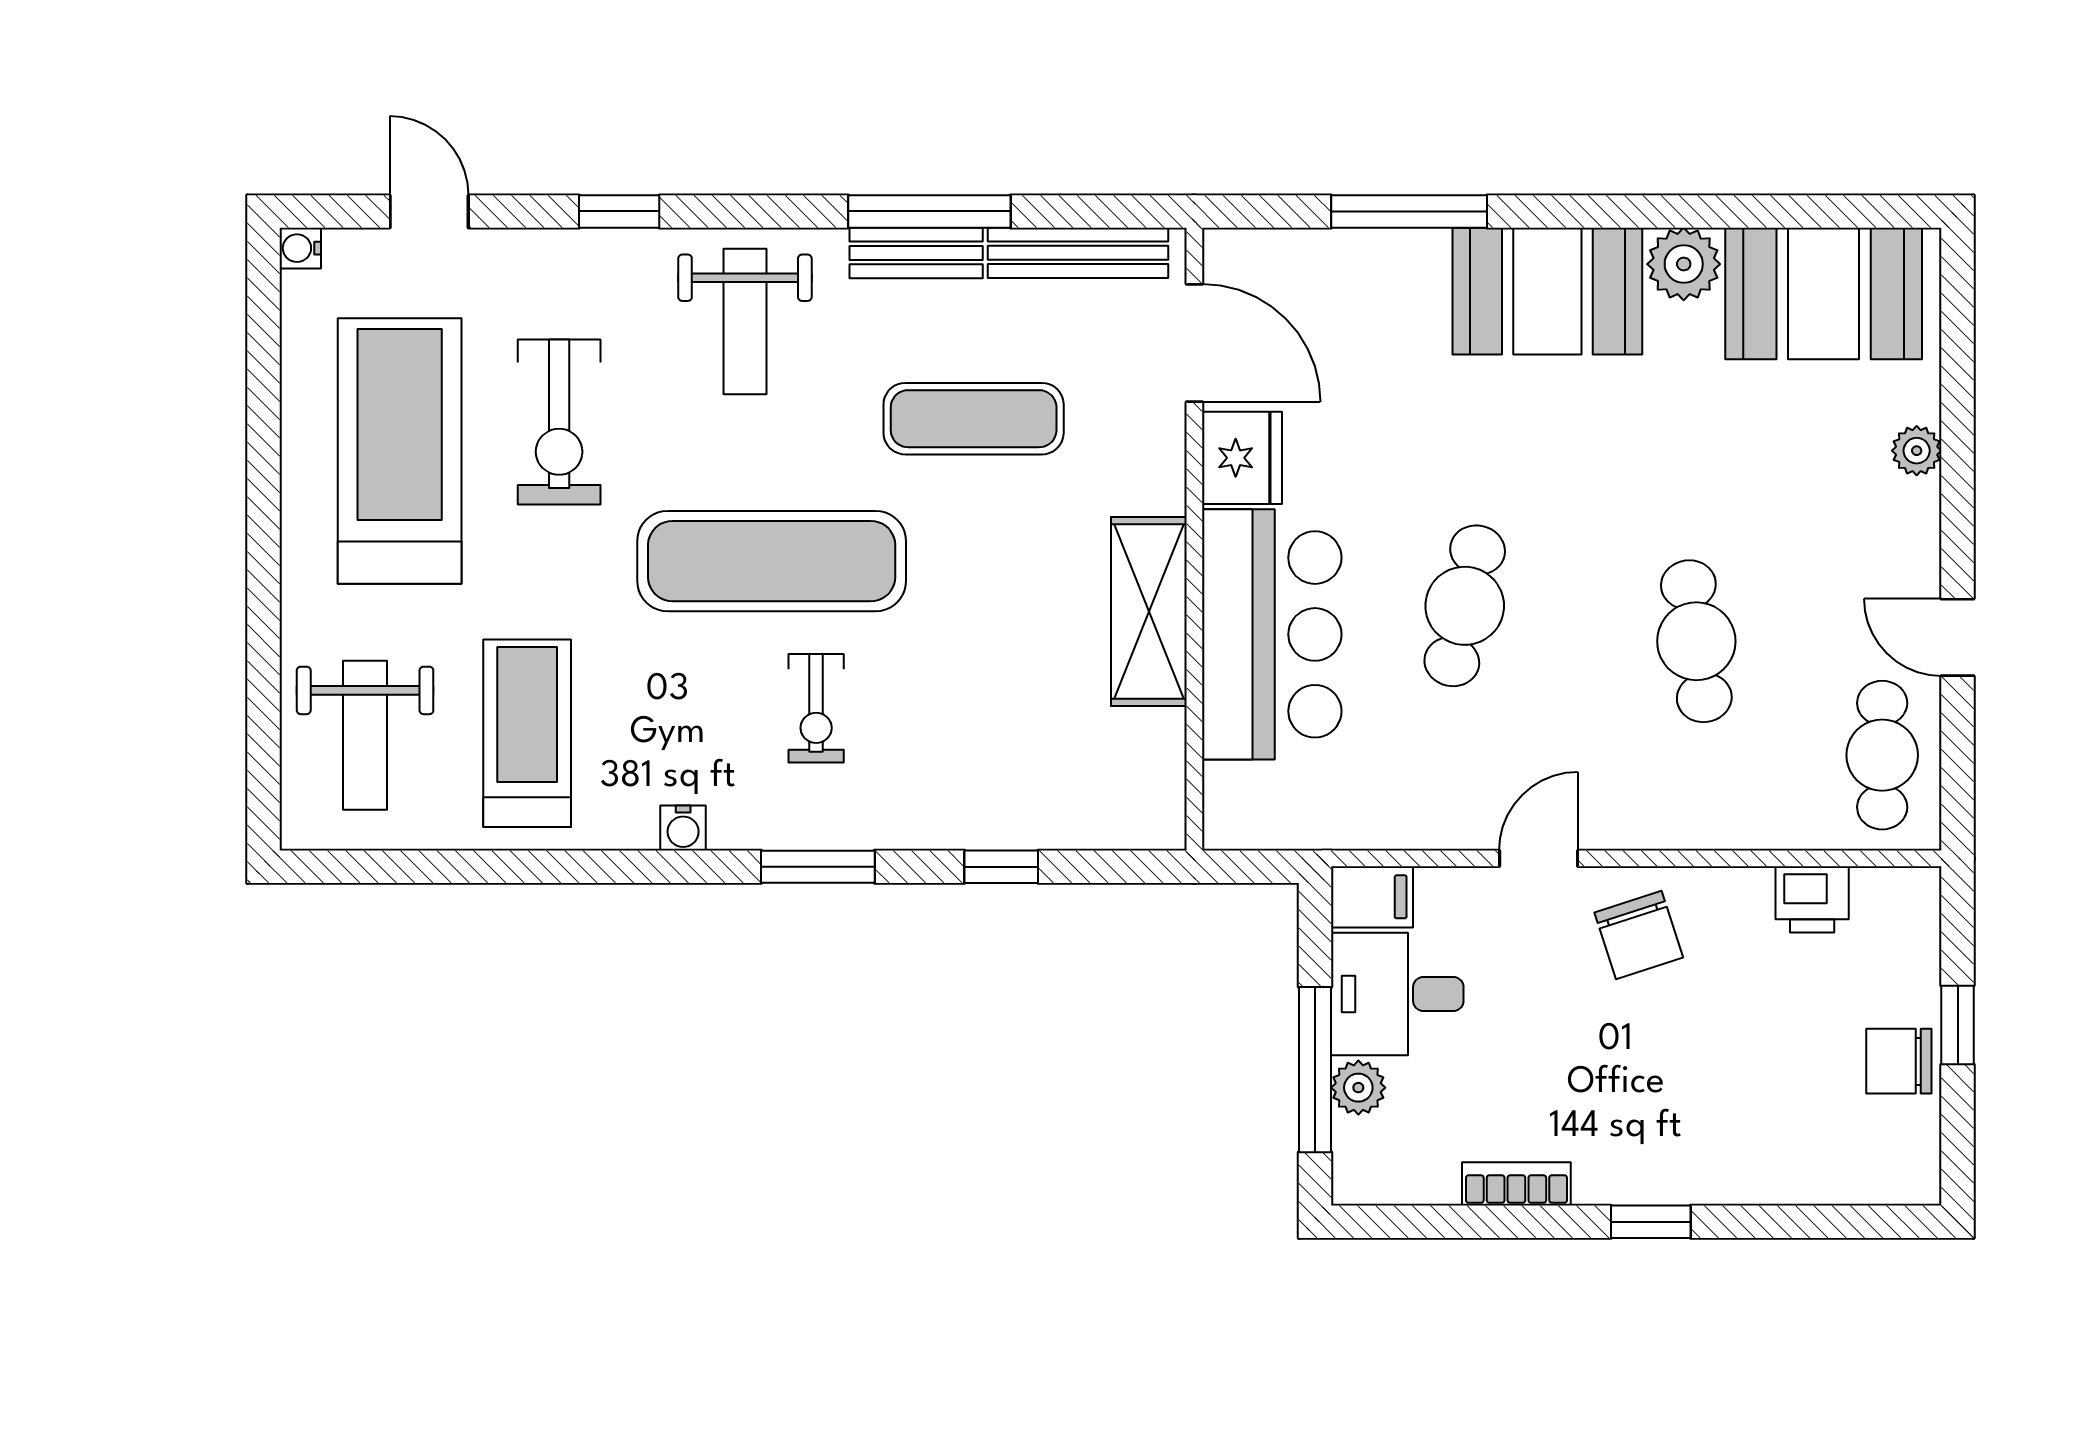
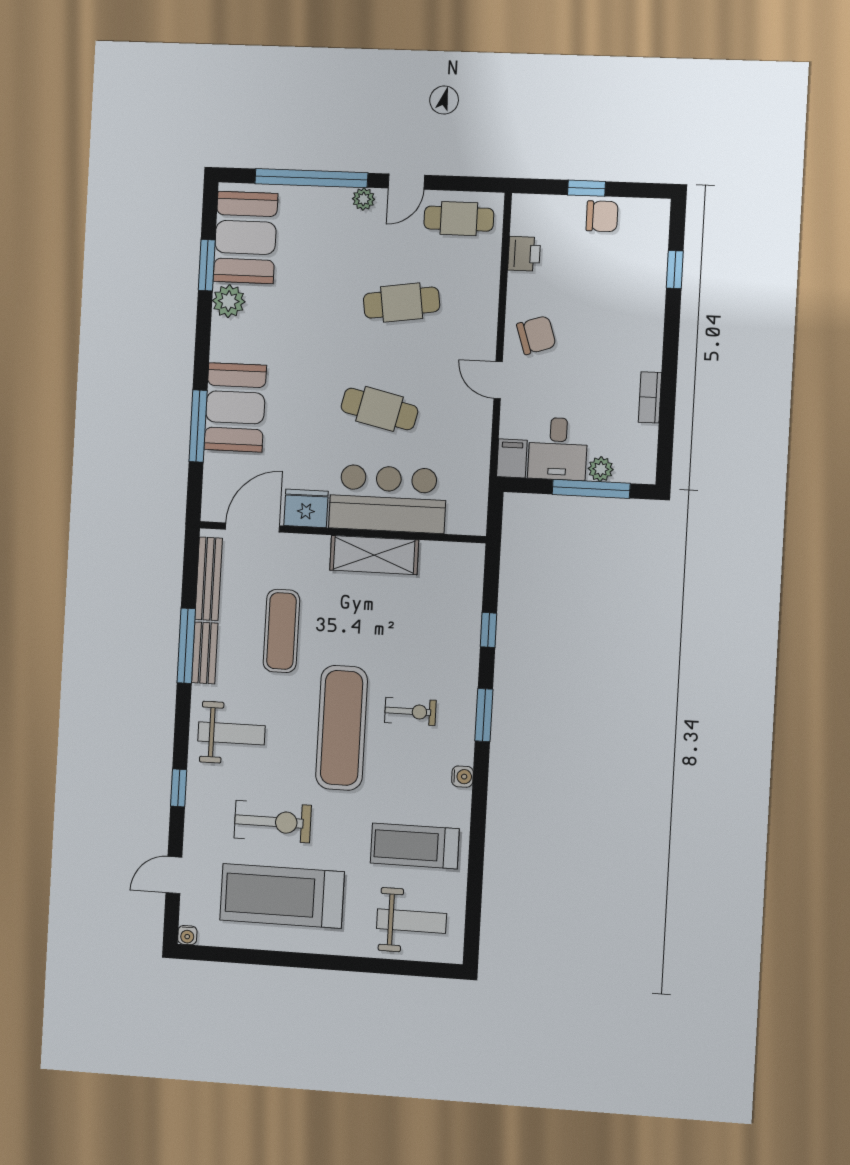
window: (1760, 211) -> (207, 265), added
booth: (1547, 291) -> (235, 407), moved
window: (1958, 430) -> (311, 178), added
plant: (1917, 451) -> (364, 199), moved
chair: (1899, 1061) -> (602, 216), turned -90
window: (1651, 1222) -> (675, 270), moved

